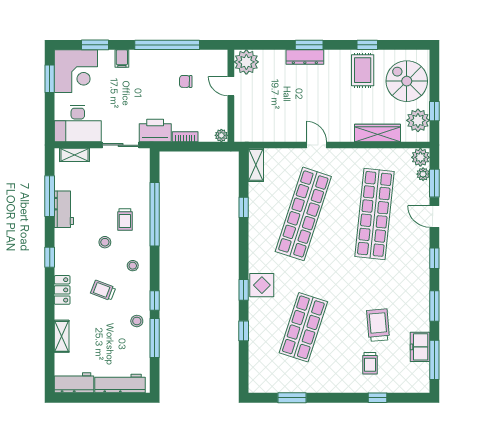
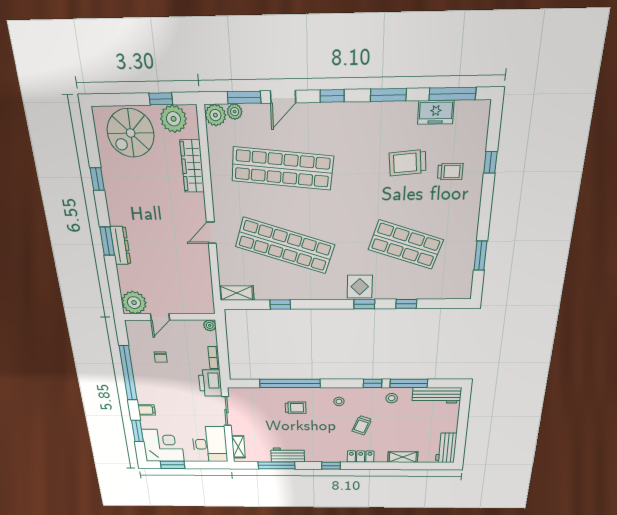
rug: (363, 70) -> (125, 184), removed
stool: (105, 242) -> (317, 424), removed
workbench: (120, 384) -> (437, 395), moved, turned -90

